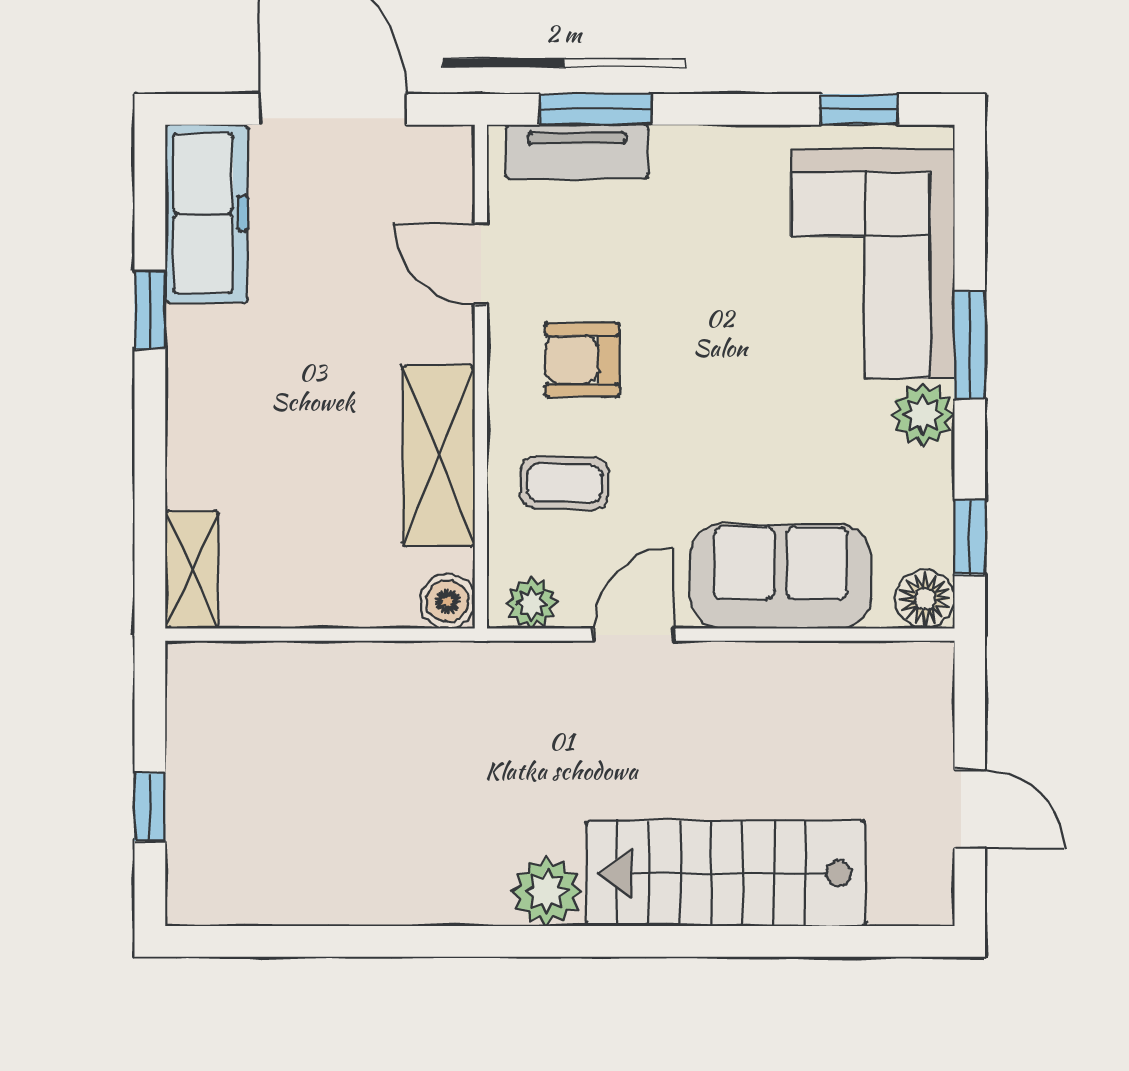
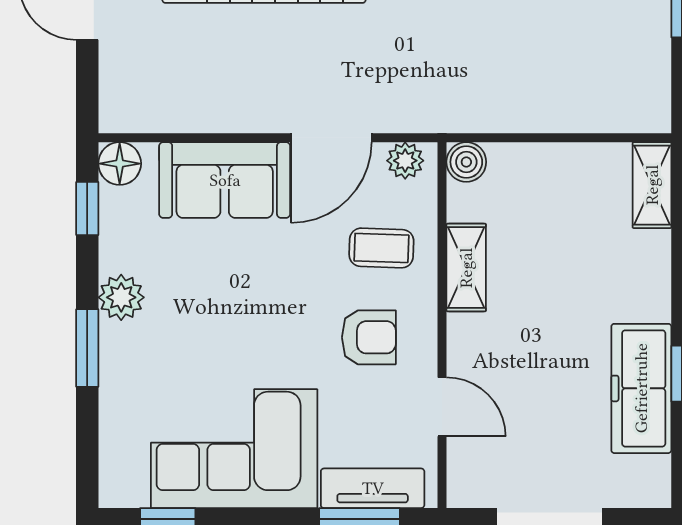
freezer: (206, 214) -> (641, 388), moved
corner sofa: (873, 264) -> (234, 449), moved, turned -90
shelving: (439, 456) -> (466, 268), width x0.67, depth x0.75
door: (634, 635) -> (331, 138), width x1.38

